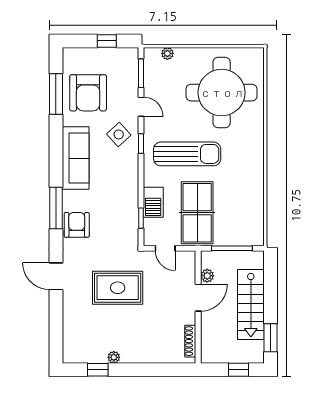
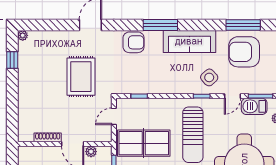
barbecue: (153, 202) -> (254, 106), moved
window: (56, 208) -> (160, 25), moved
shoe rack: (190, 341) -> (48, 137), moved
plant: (114, 357) -> (23, 35), moved

